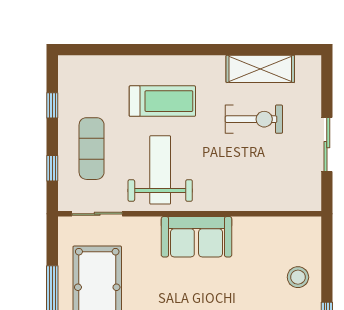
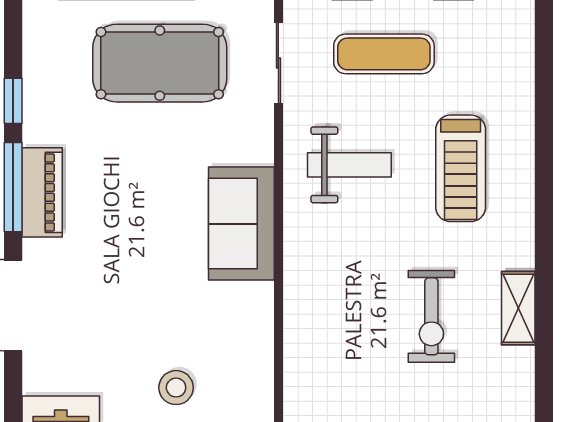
shelving: (260, 69) -> (518, 308), width x0.67, depth x0.75
weight bench: (160, 170) -> (349, 165), width x0.73, depth x0.75

